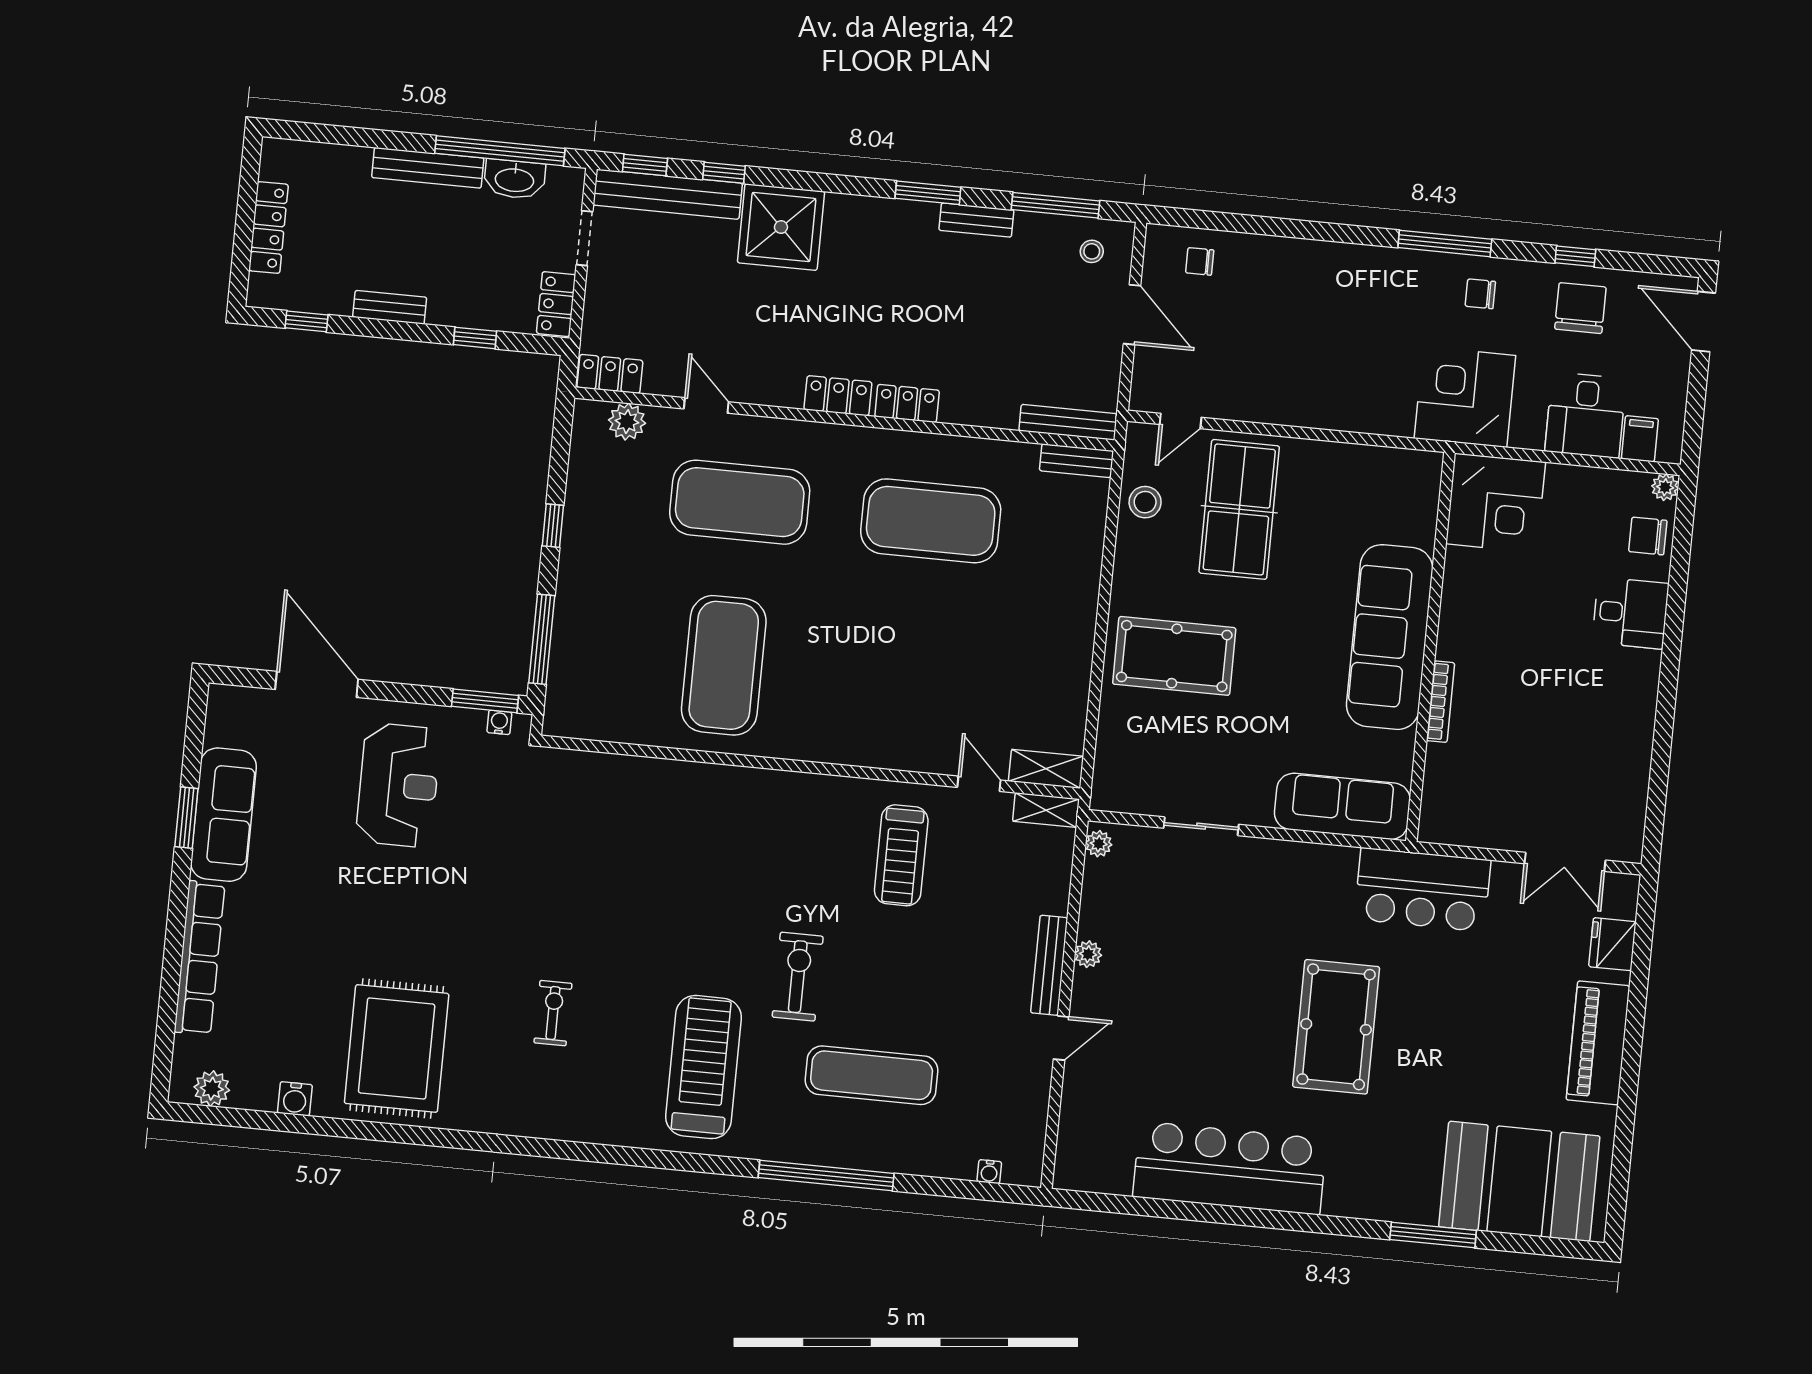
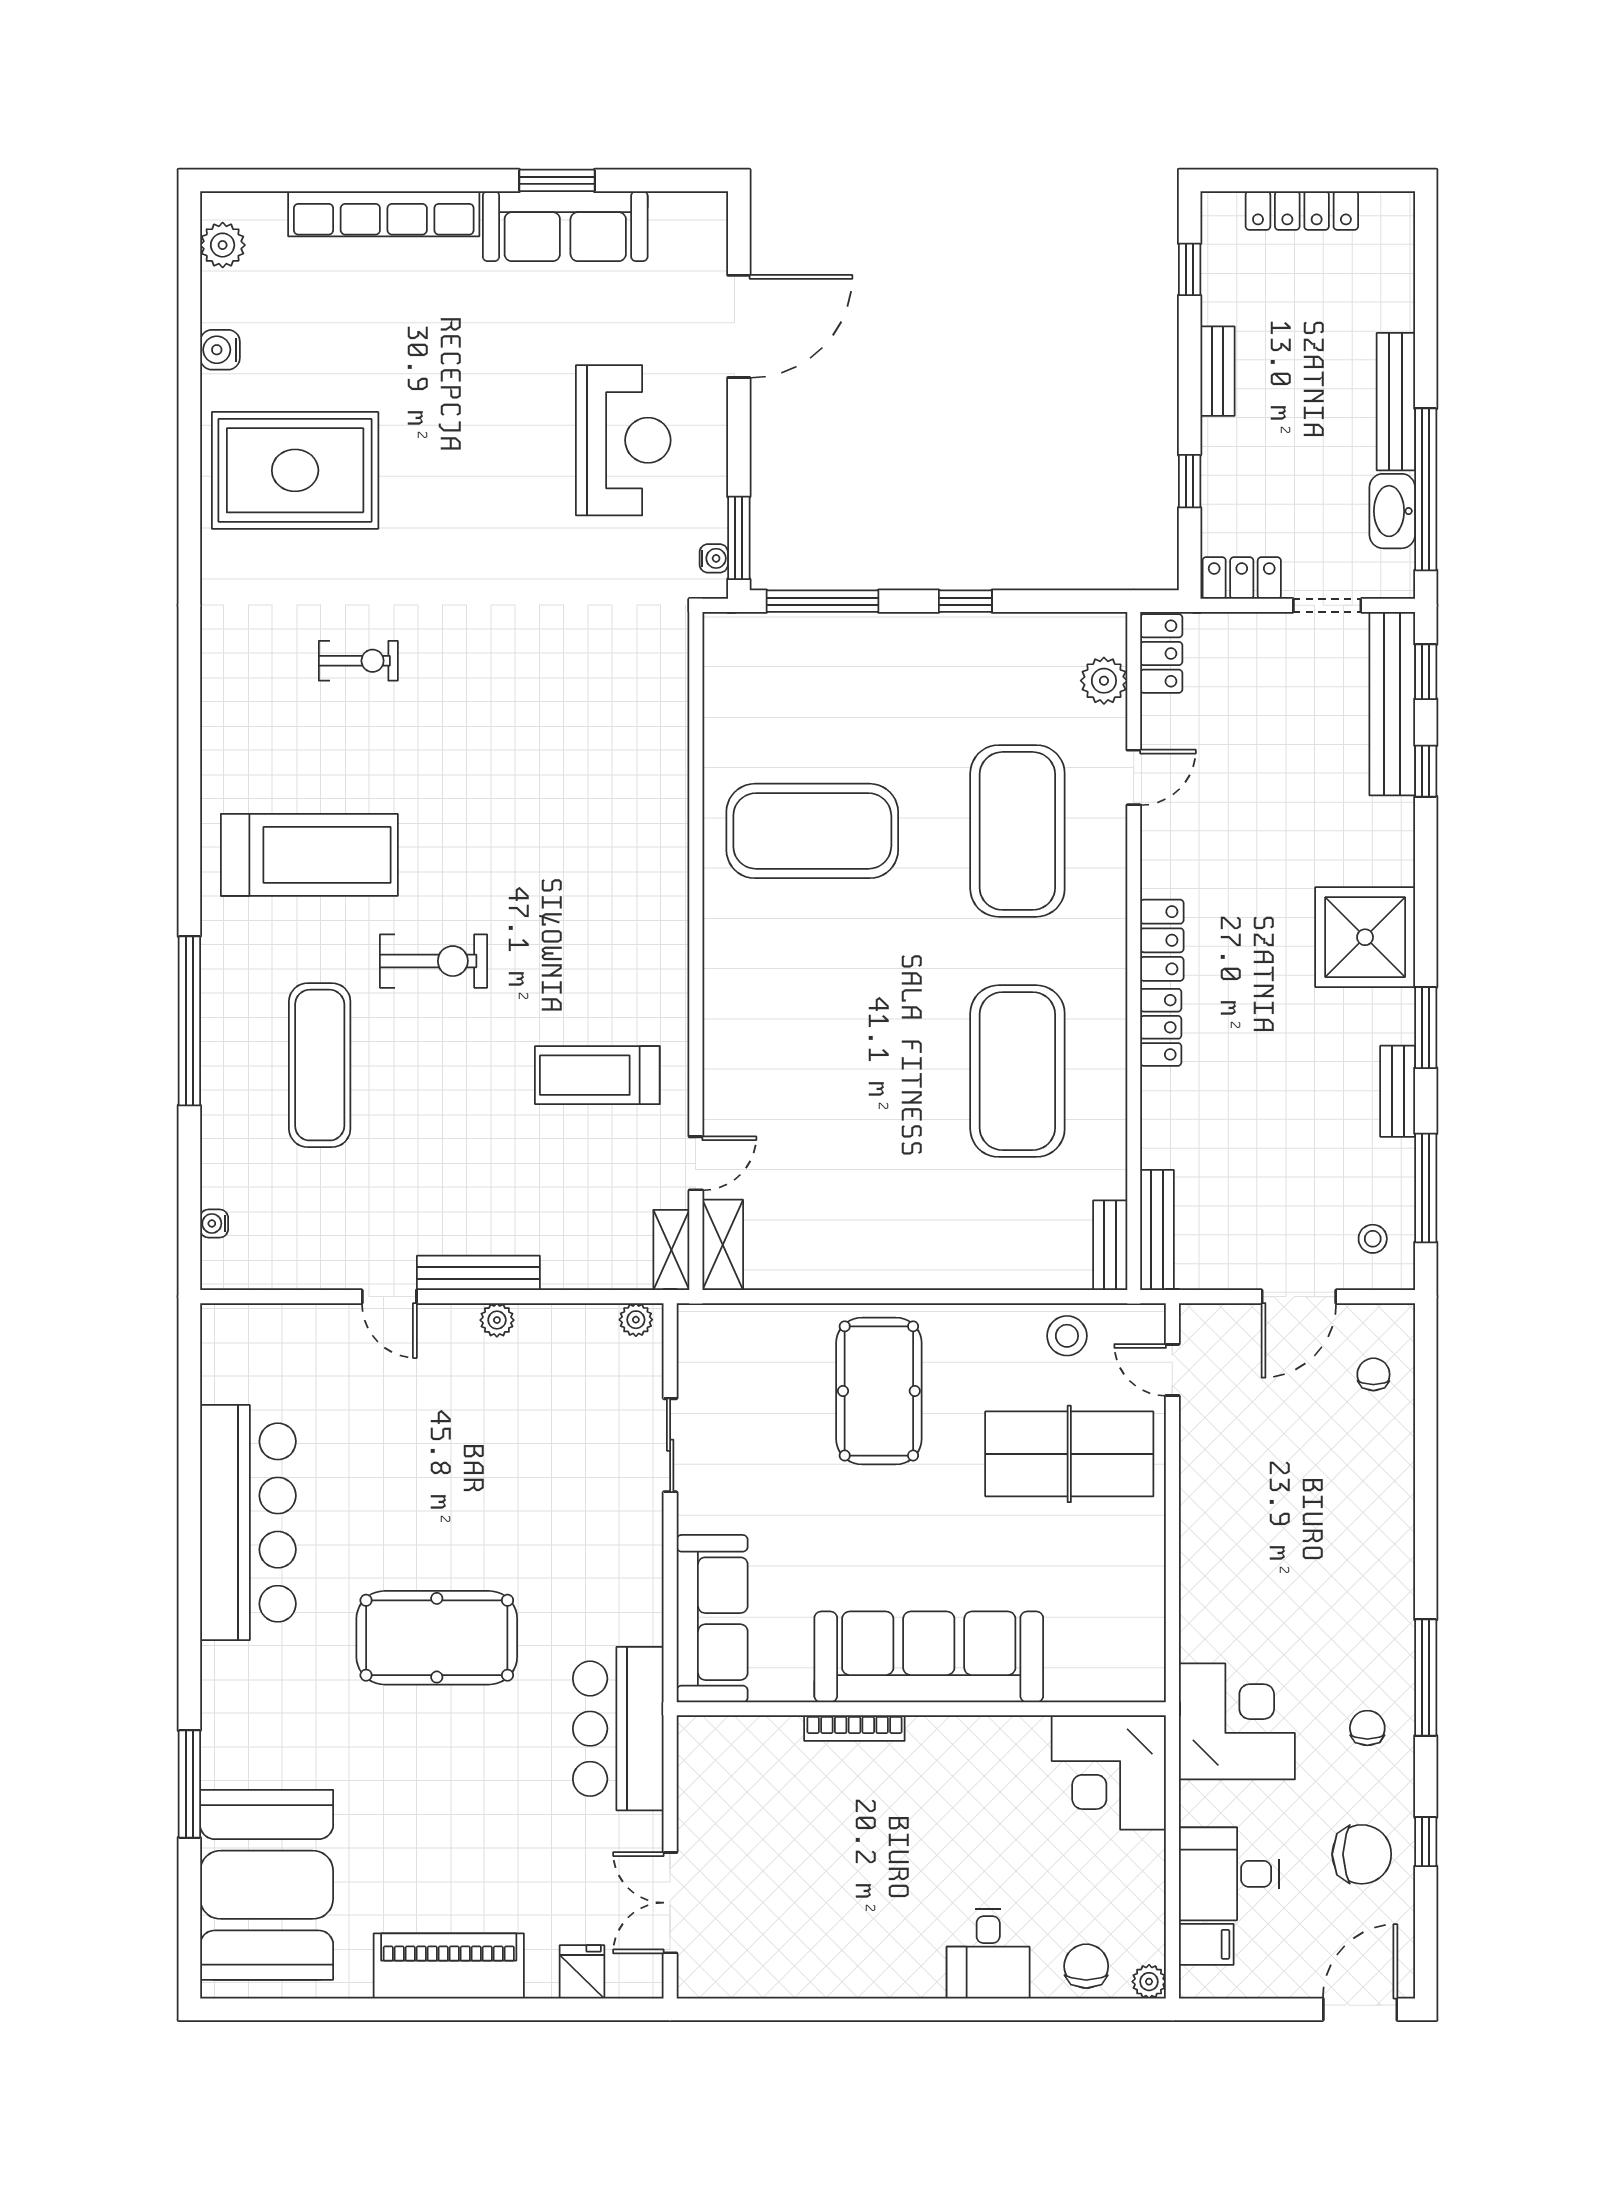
shower: (781, 227) -> (1365, 937), moved
reception desk: (398, 785) -> (623, 440), turned -90
fridge: (1612, 944) -> (582, 1972), width x0.72

